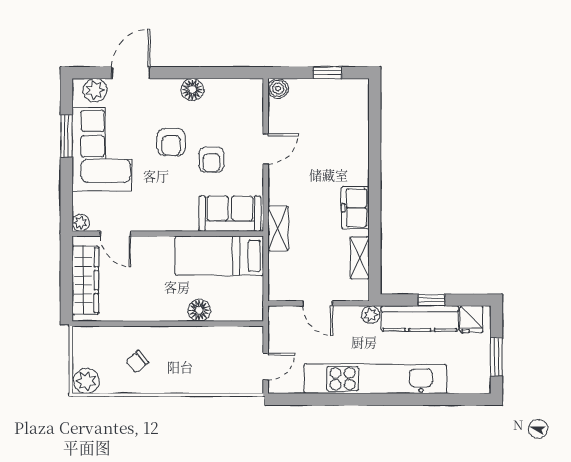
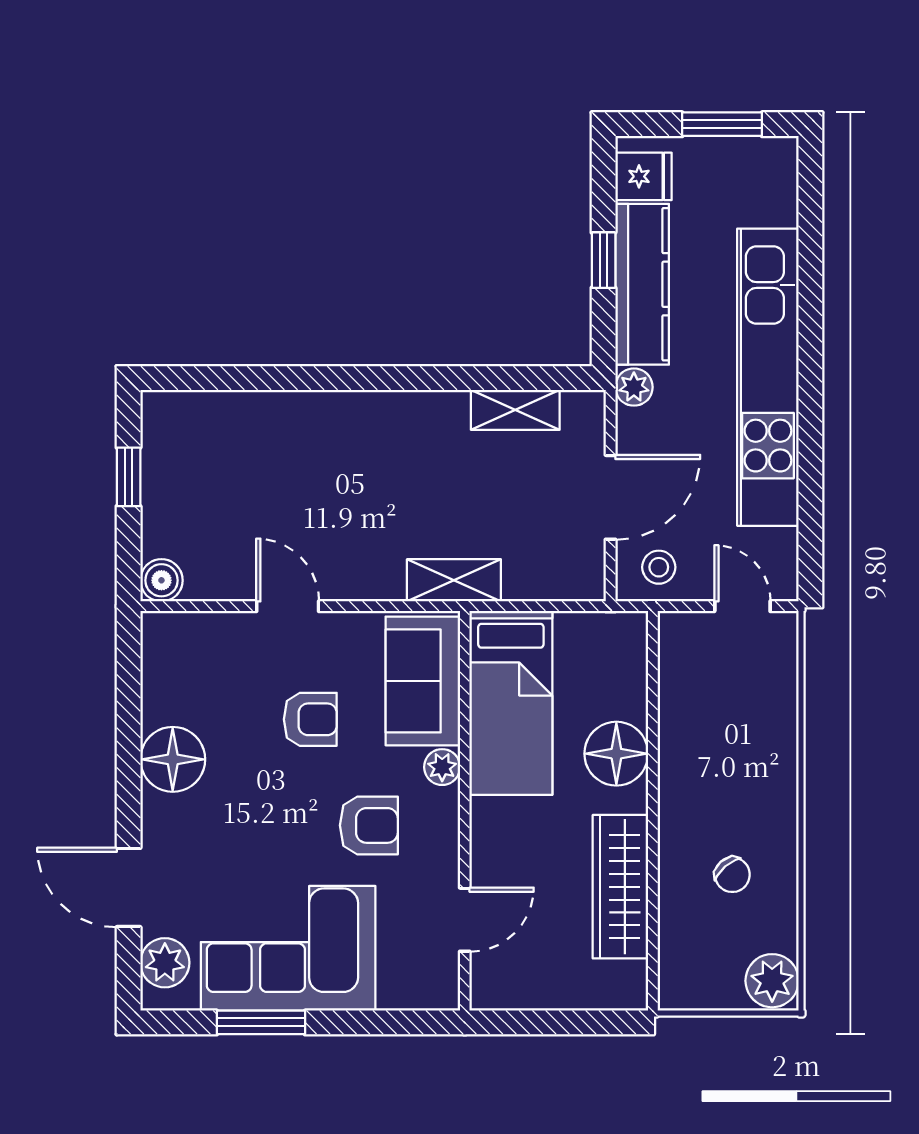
floor lamp: (192, 90) -> (173, 759), width x1.38, depth x1.38
armchair: (171, 142) -> (369, 825), moved
freezer: (355, 208) -> (411, 419), removed
plant: (81, 223) -> (442, 767), moved
wardrobe: (85, 280) -> (620, 887), moved, turned -90
door: (318, 303) -> (611, 497), width x1.38
floor lamp: (199, 310) -> (616, 754), width x1.38, depth x1.38
stool: (284, 327) -> (659, 567), added

